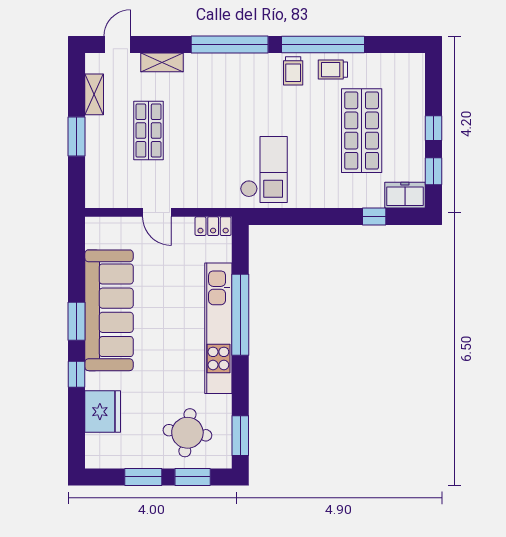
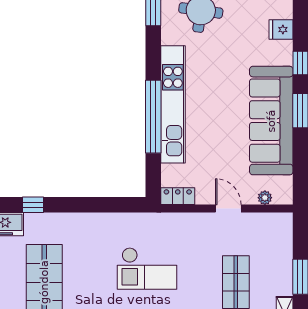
checkout: (264, 169) -> (147, 268), moved, turned -90
plant: (116, 224) -> (265, 198), added
fridge: (103, 412) -> (281, 30), width x0.53, depth x0.75

